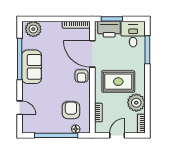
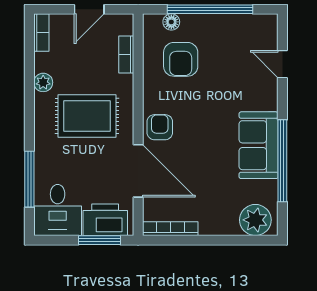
plant: (136, 103) -> (43, 82), width x0.53, depth x0.53

